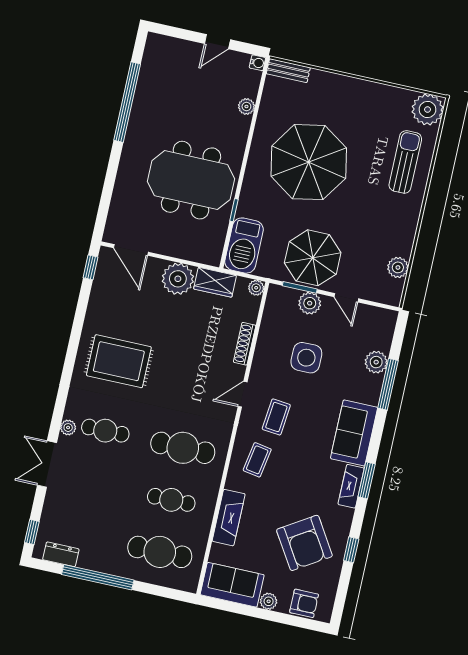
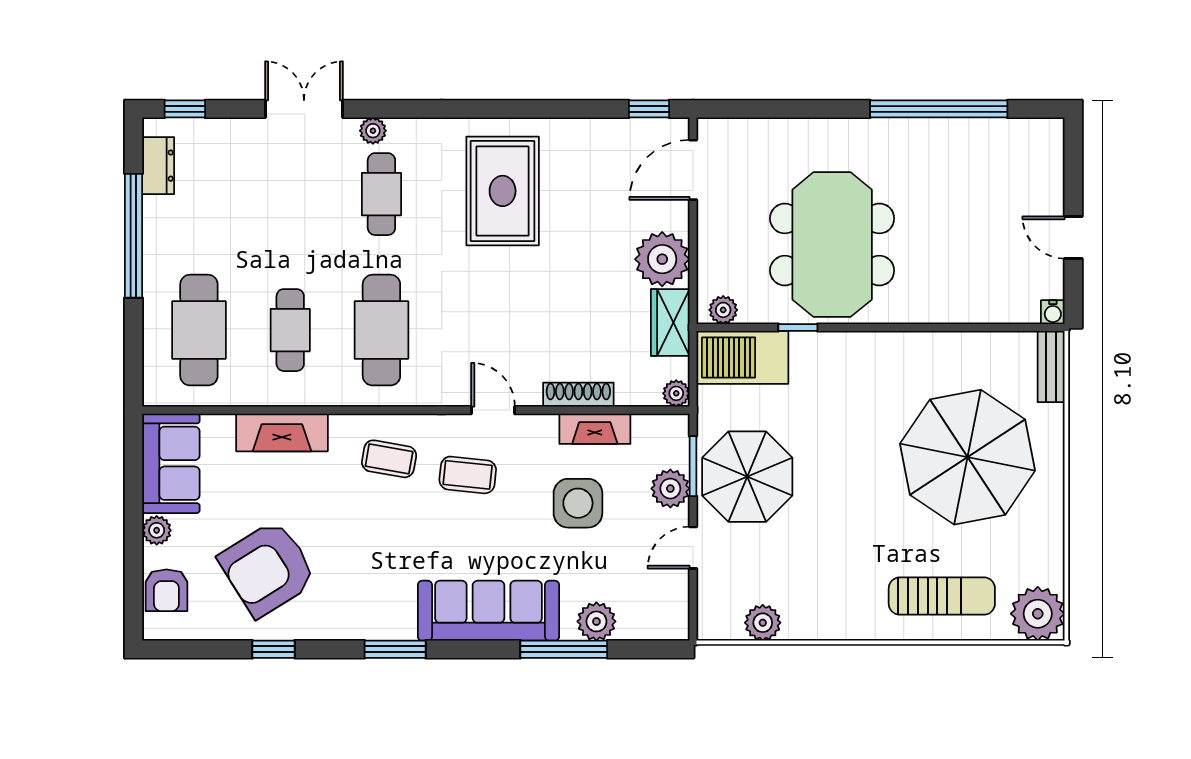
plant: (246, 107) -> (723, 310), moved
parasol: (309, 162) -> (968, 457), moved
sofa: (354, 433) -> (488, 611), width x1.36
fireplace: (351, 486) -> (595, 429), moved, turned 180

